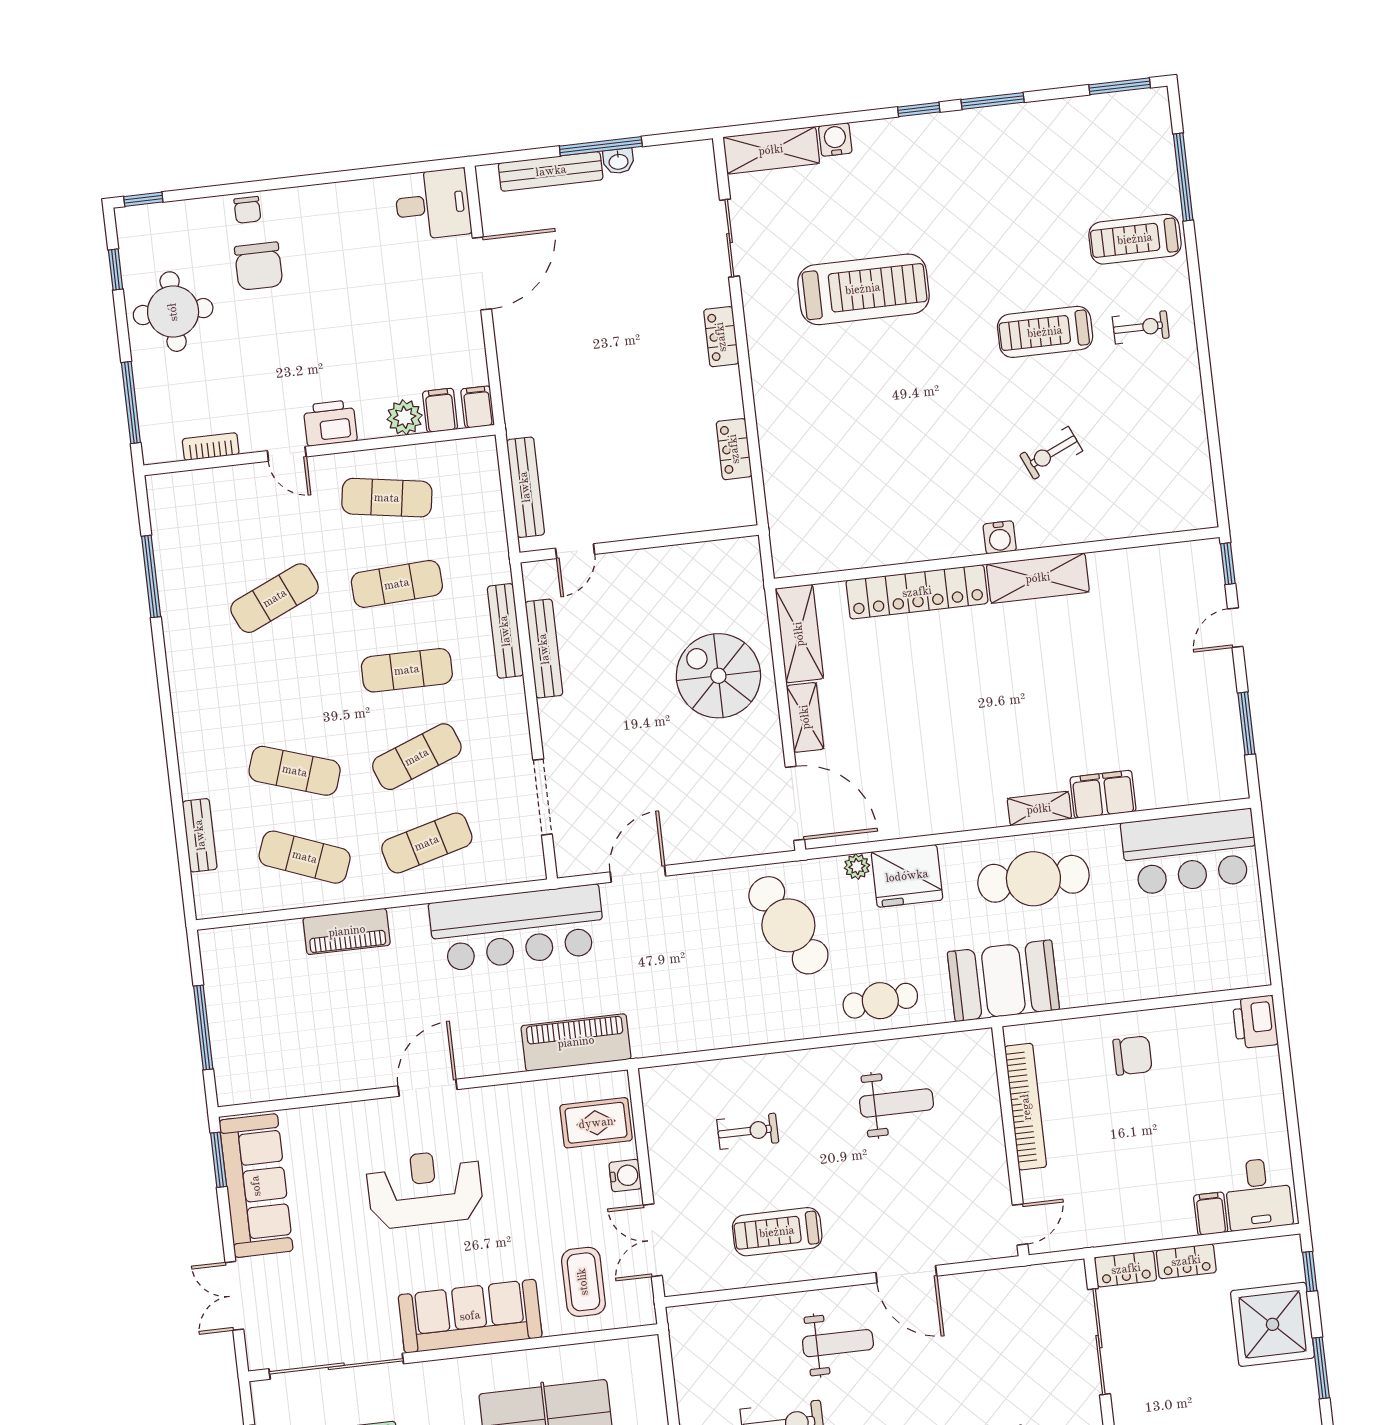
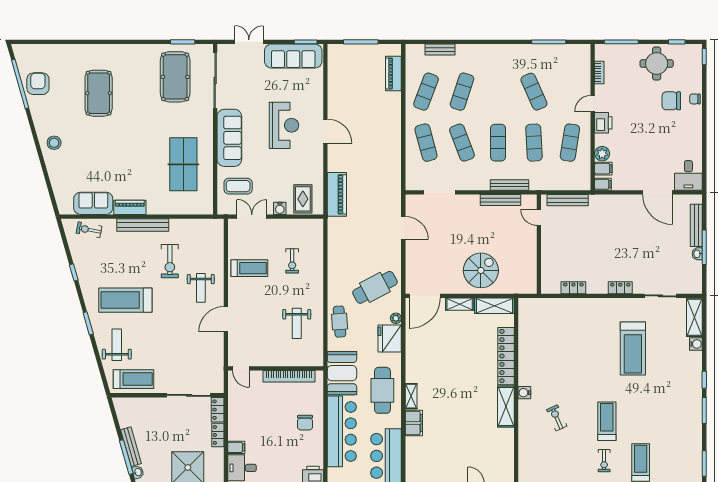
bar counter: (517, 928) -> (342, 431), moved, turned 180
piano: (347, 931) -> (393, 73), moved
treadmill: (777, 1232) -> (249, 268), turned 90

